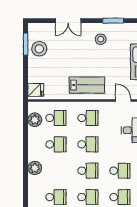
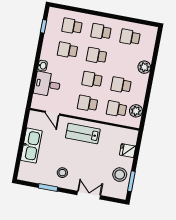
fridge: (36, 90) -> (128, 151), moved

